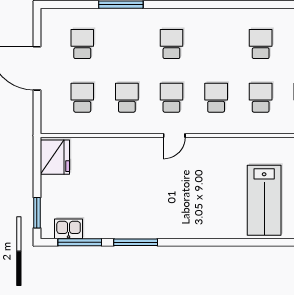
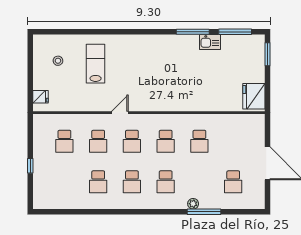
plant: (135, 15) -> (193, 204), added
school desk: (82, 98) -> (132, 182), moved
door: (174, 135) -> (120, 113), moved
lab bench: (264, 200) -> (96, 64), width x0.73, depth x0.72
kitchen sink: (69, 229) -> (210, 42), moved

